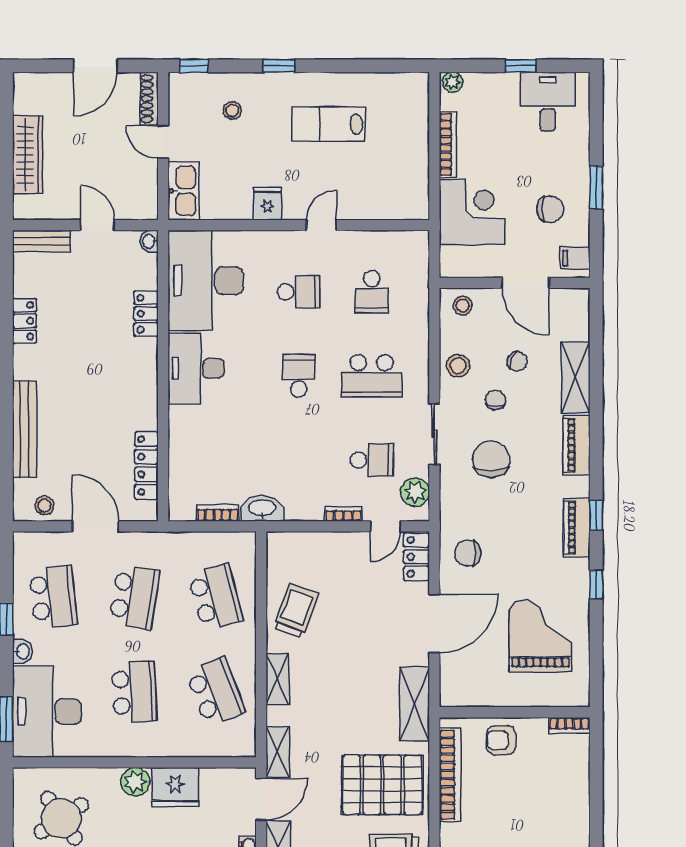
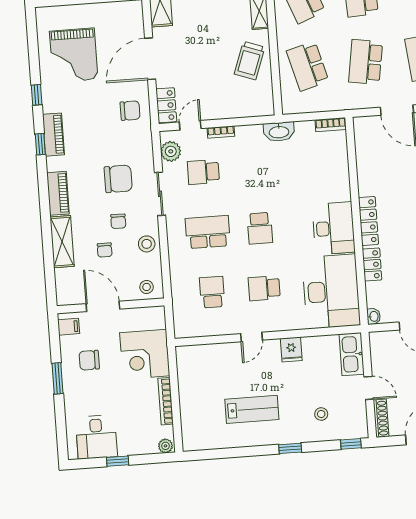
chair: (517, 361) -> (105, 250), turned -112
chair: (491, 459) -> (118, 179), turned -90
locker: (147, 466) -> (368, 221), moved
bookcase: (218, 513) -> (331, 125), moved

